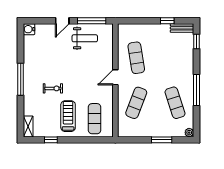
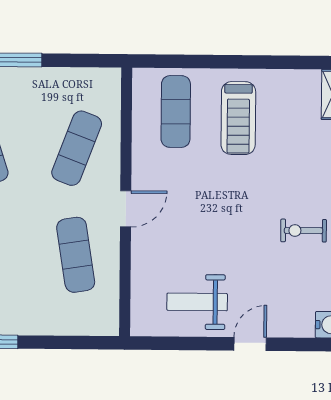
window: (92, 21) -> (181, 343), removed
exercise bike: (53, 88) -> (304, 231), moved
window: (51, 140) -> (279, 62), removed

